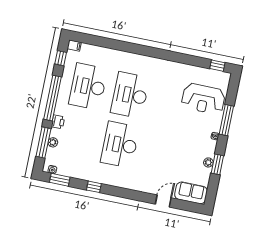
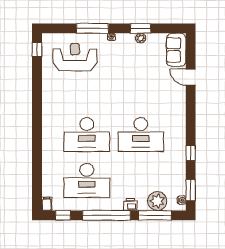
reception desk: (203, 99) -> (75, 57), turned -90
plant: (53, 142) -> (157, 201), width x1.88, depth x1.88

